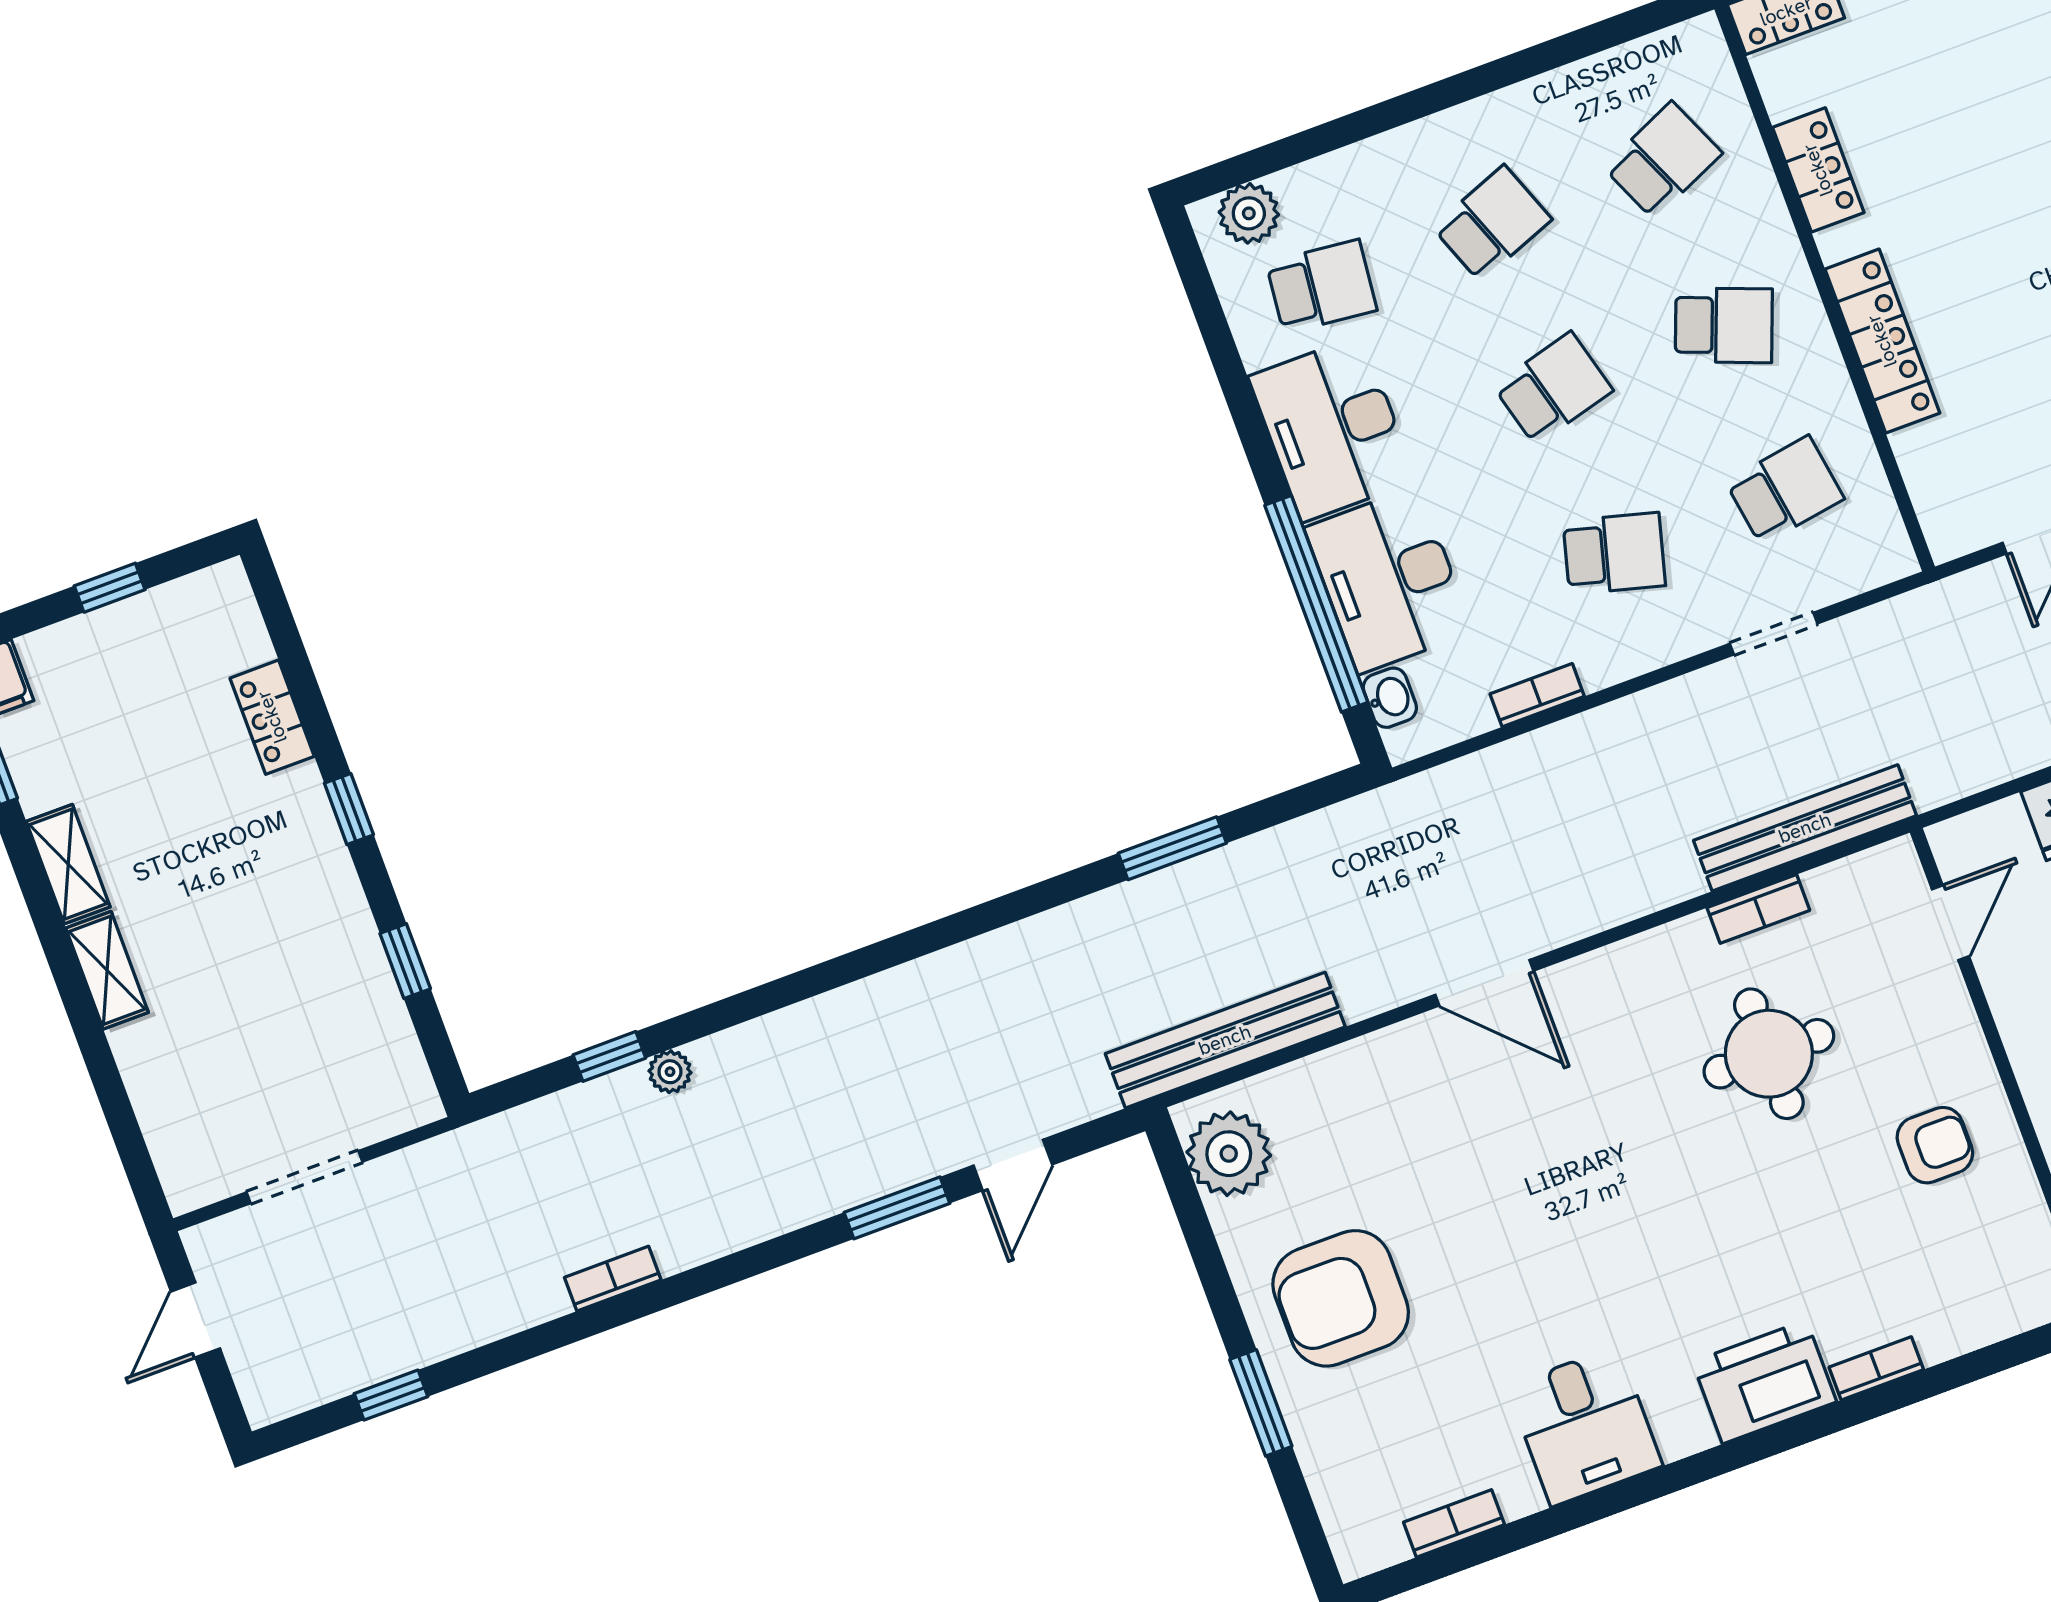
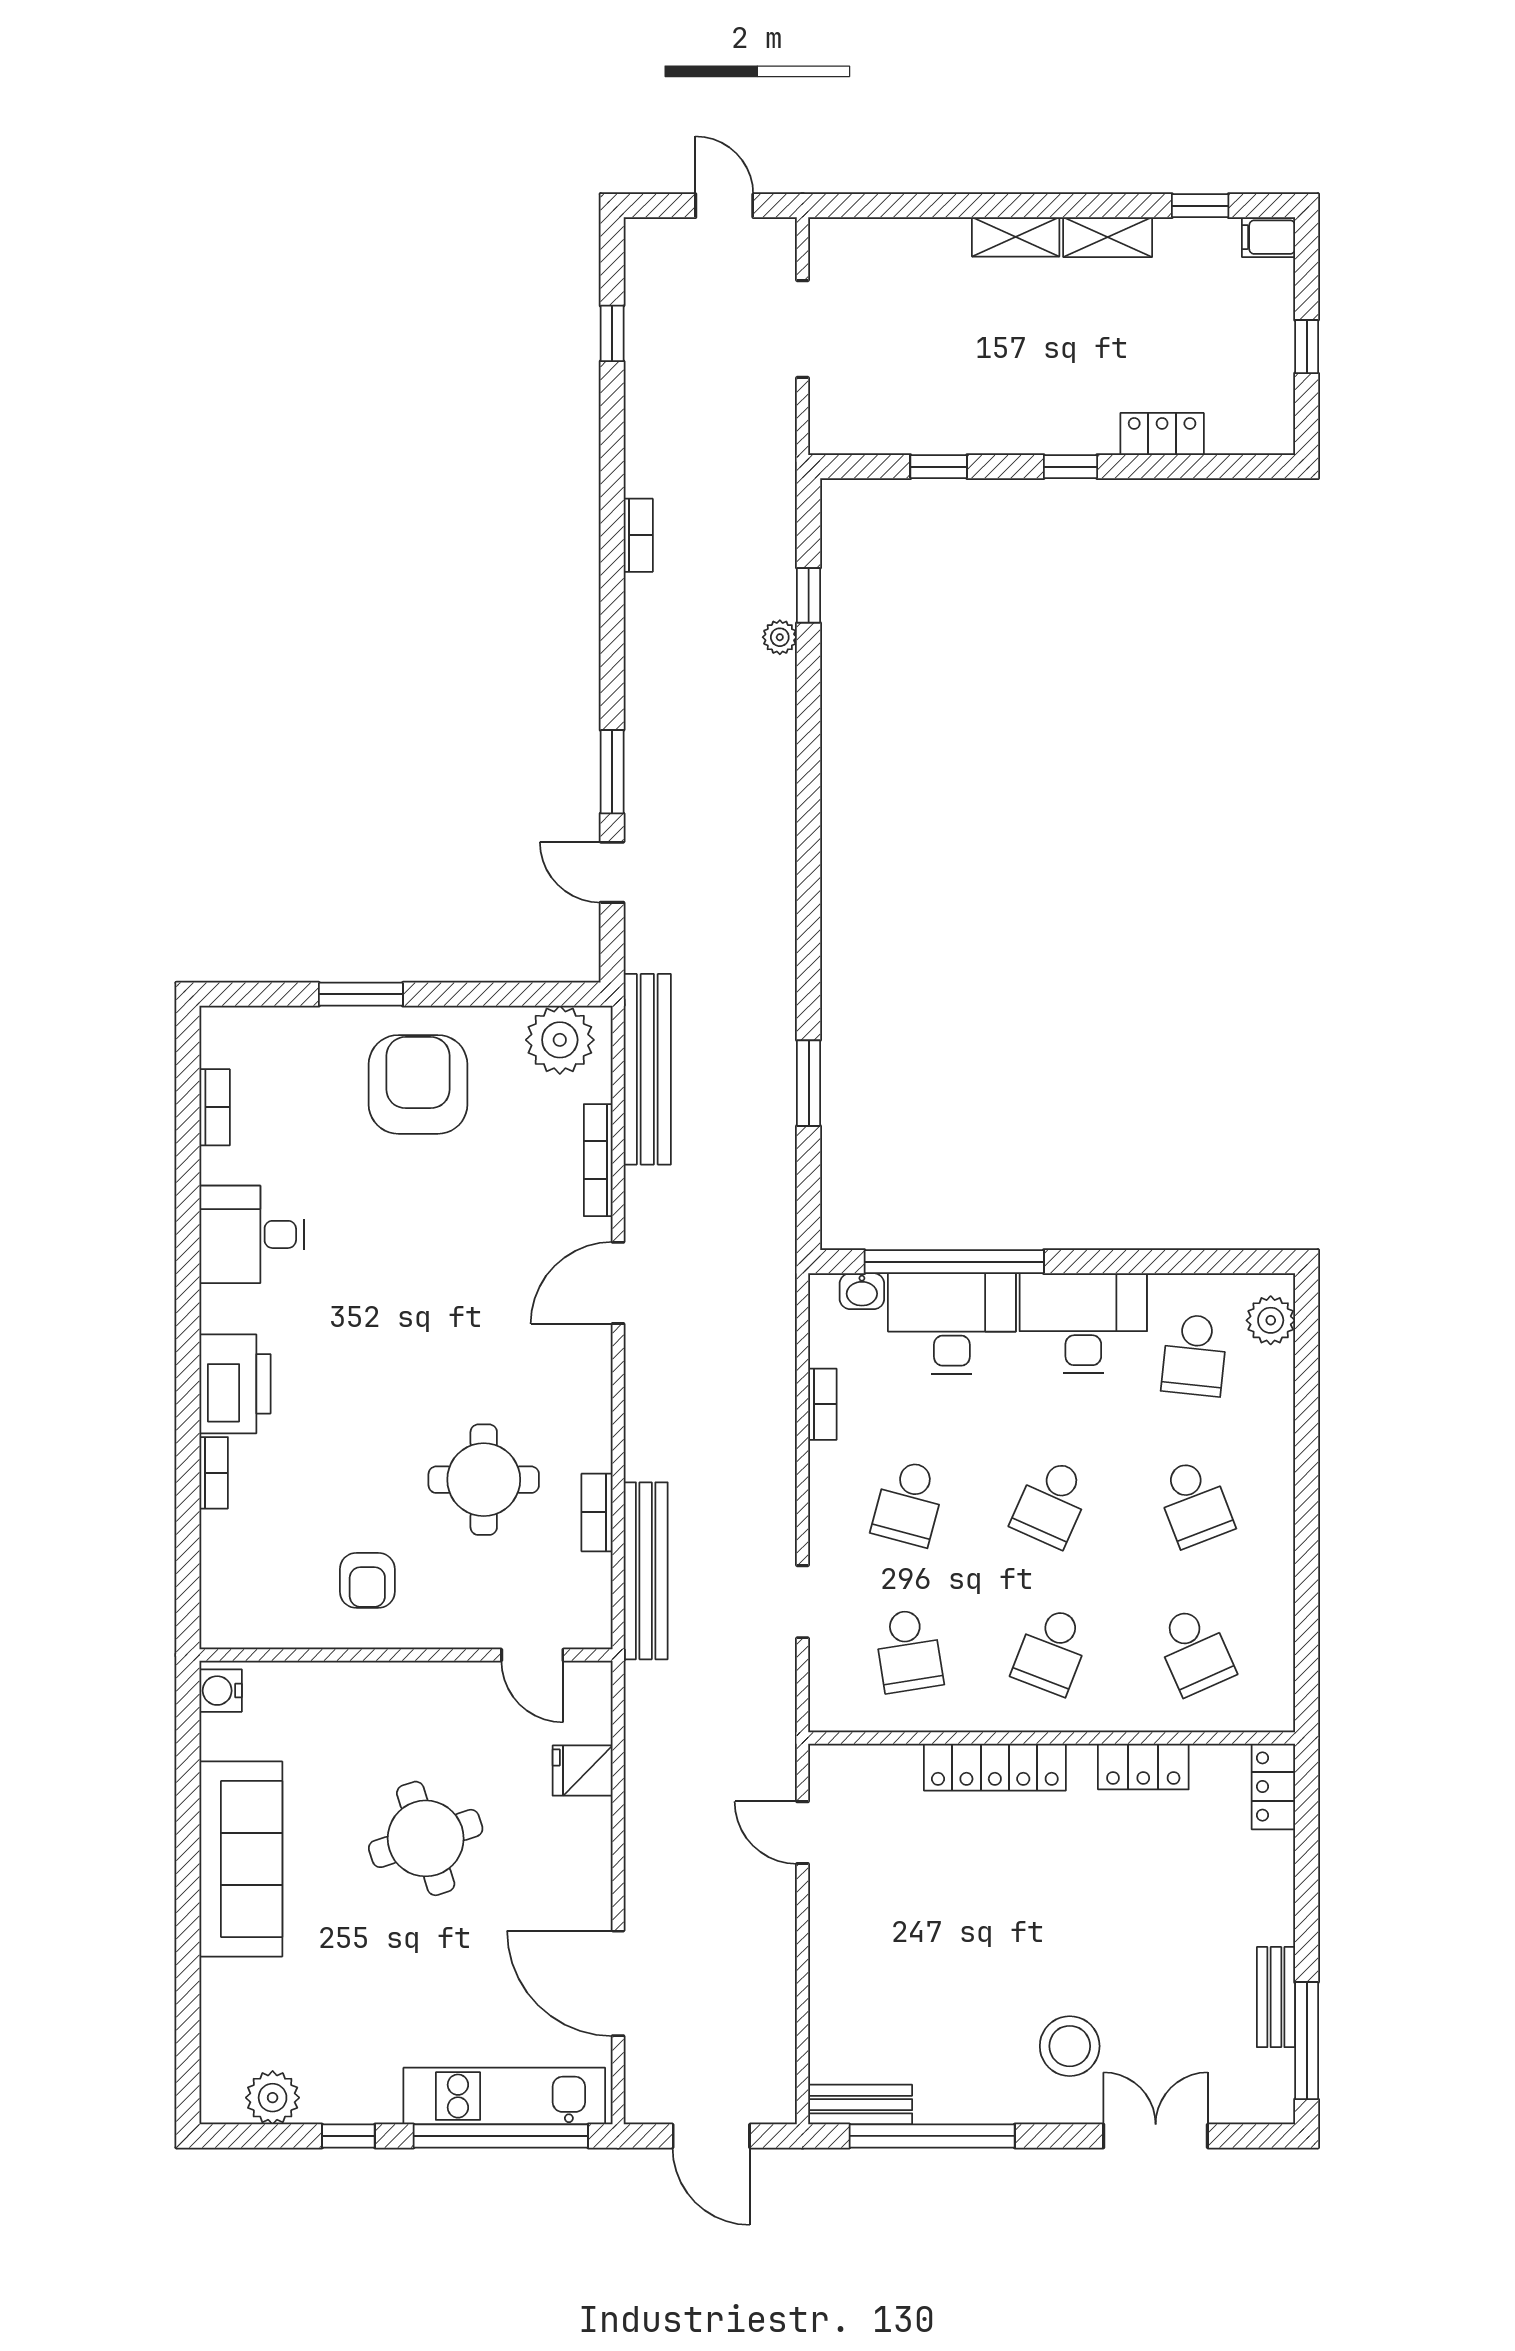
school desk: (1553, 388) -> (1052, 1503), turned 39
bookcase: (1351, 1058) -> (598, 1160), added

